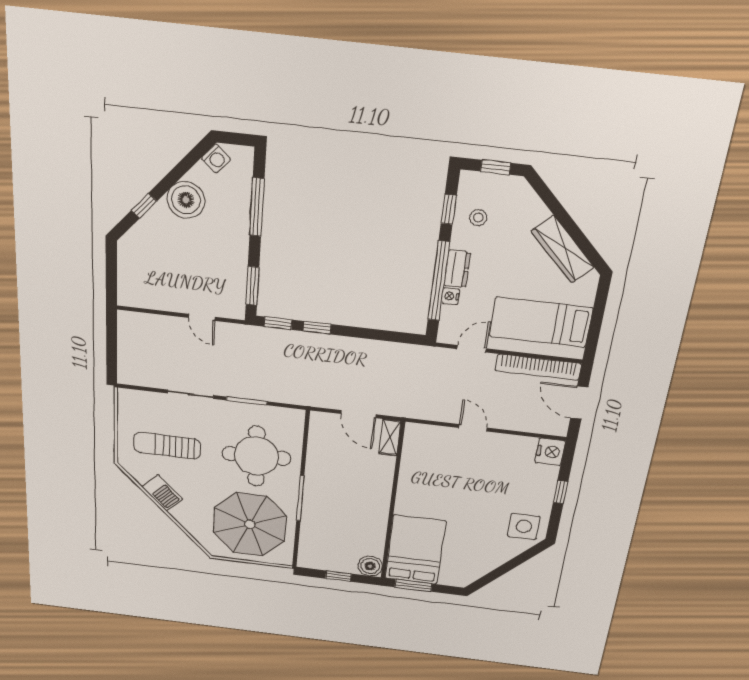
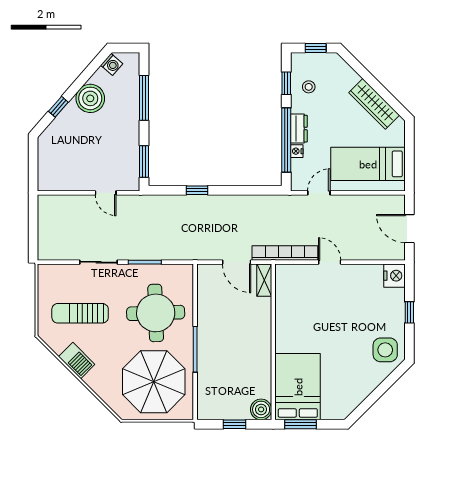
window: (278, 323) -> (166, 190), removed
bookcase: (538, 367) -> (285, 253), moved, turned 180

